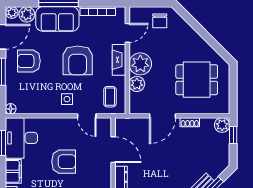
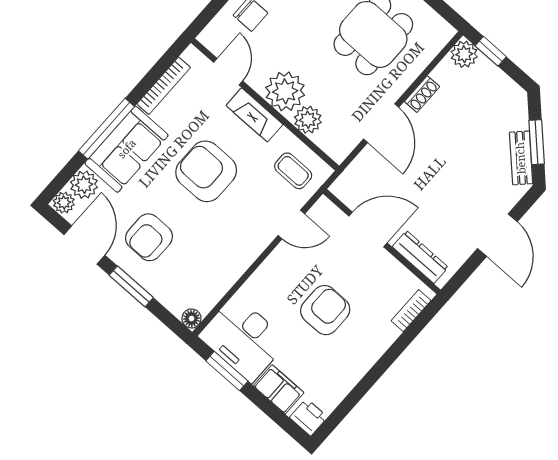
armchair: (78, 60) -> (206, 171), turned 180
side table: (67, 99) -> (245, 231), removed

